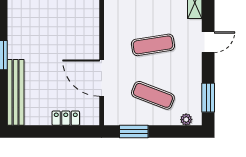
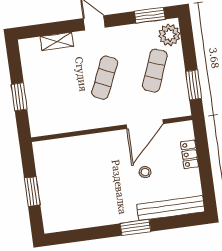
exercise mat: (153, 45) -> (105, 78), turned 33
stool: (54, 72) -> (145, 172), added
plant: (186, 120) -> (169, 35), width x1.88, depth x1.88

